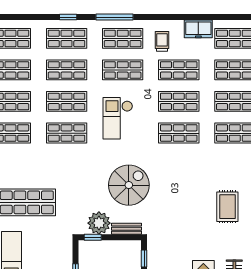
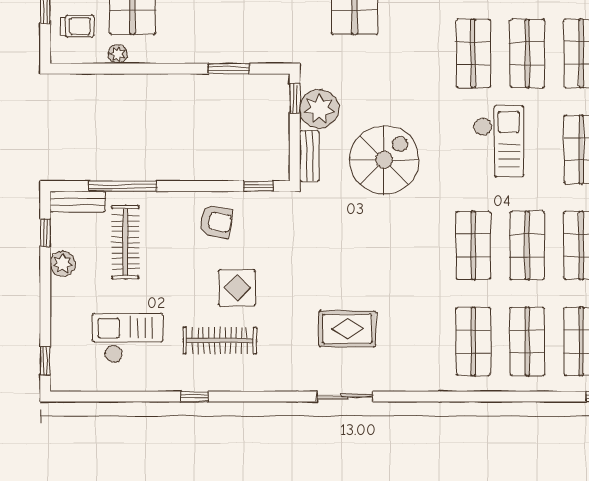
checkout: (118, 118) -> (499, 141), turned 90
spiral stairs: (129, 185) -> (384, 160), turned -90

